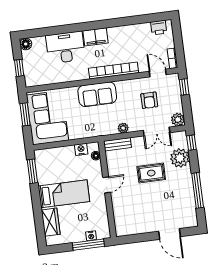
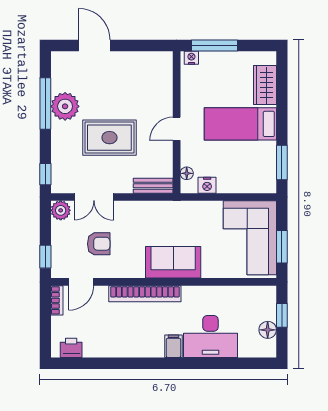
filing cabinet: (95, 37) -> (173, 346), width x0.50
floor lamp: (26, 44) -> (268, 330), moved
door: (158, 73) -> (81, 282), hinge flipped
armchair: (149, 100) -> (99, 244), turned 90
plant: (123, 128) -> (142, 208), removed
double door: (157, 132) -> (94, 197), swing flipped
plant: (180, 158) -> (65, 106), moved
rug: (151, 173) -> (109, 138), width x1.36, depth x1.43
nightstand: (91, 236) -> (191, 58), moved

